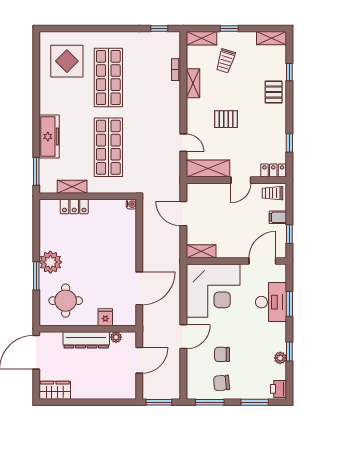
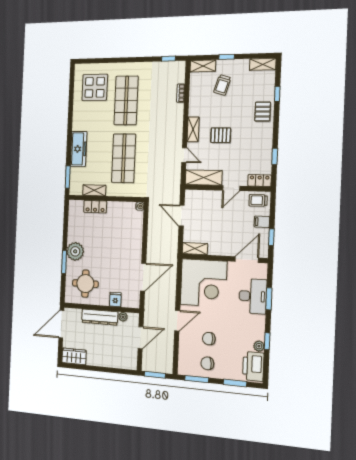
shelving: (193, 83) -> (193, 129), moved
printer: (279, 389) -> (253, 366), width x1.87, depth x1.48

